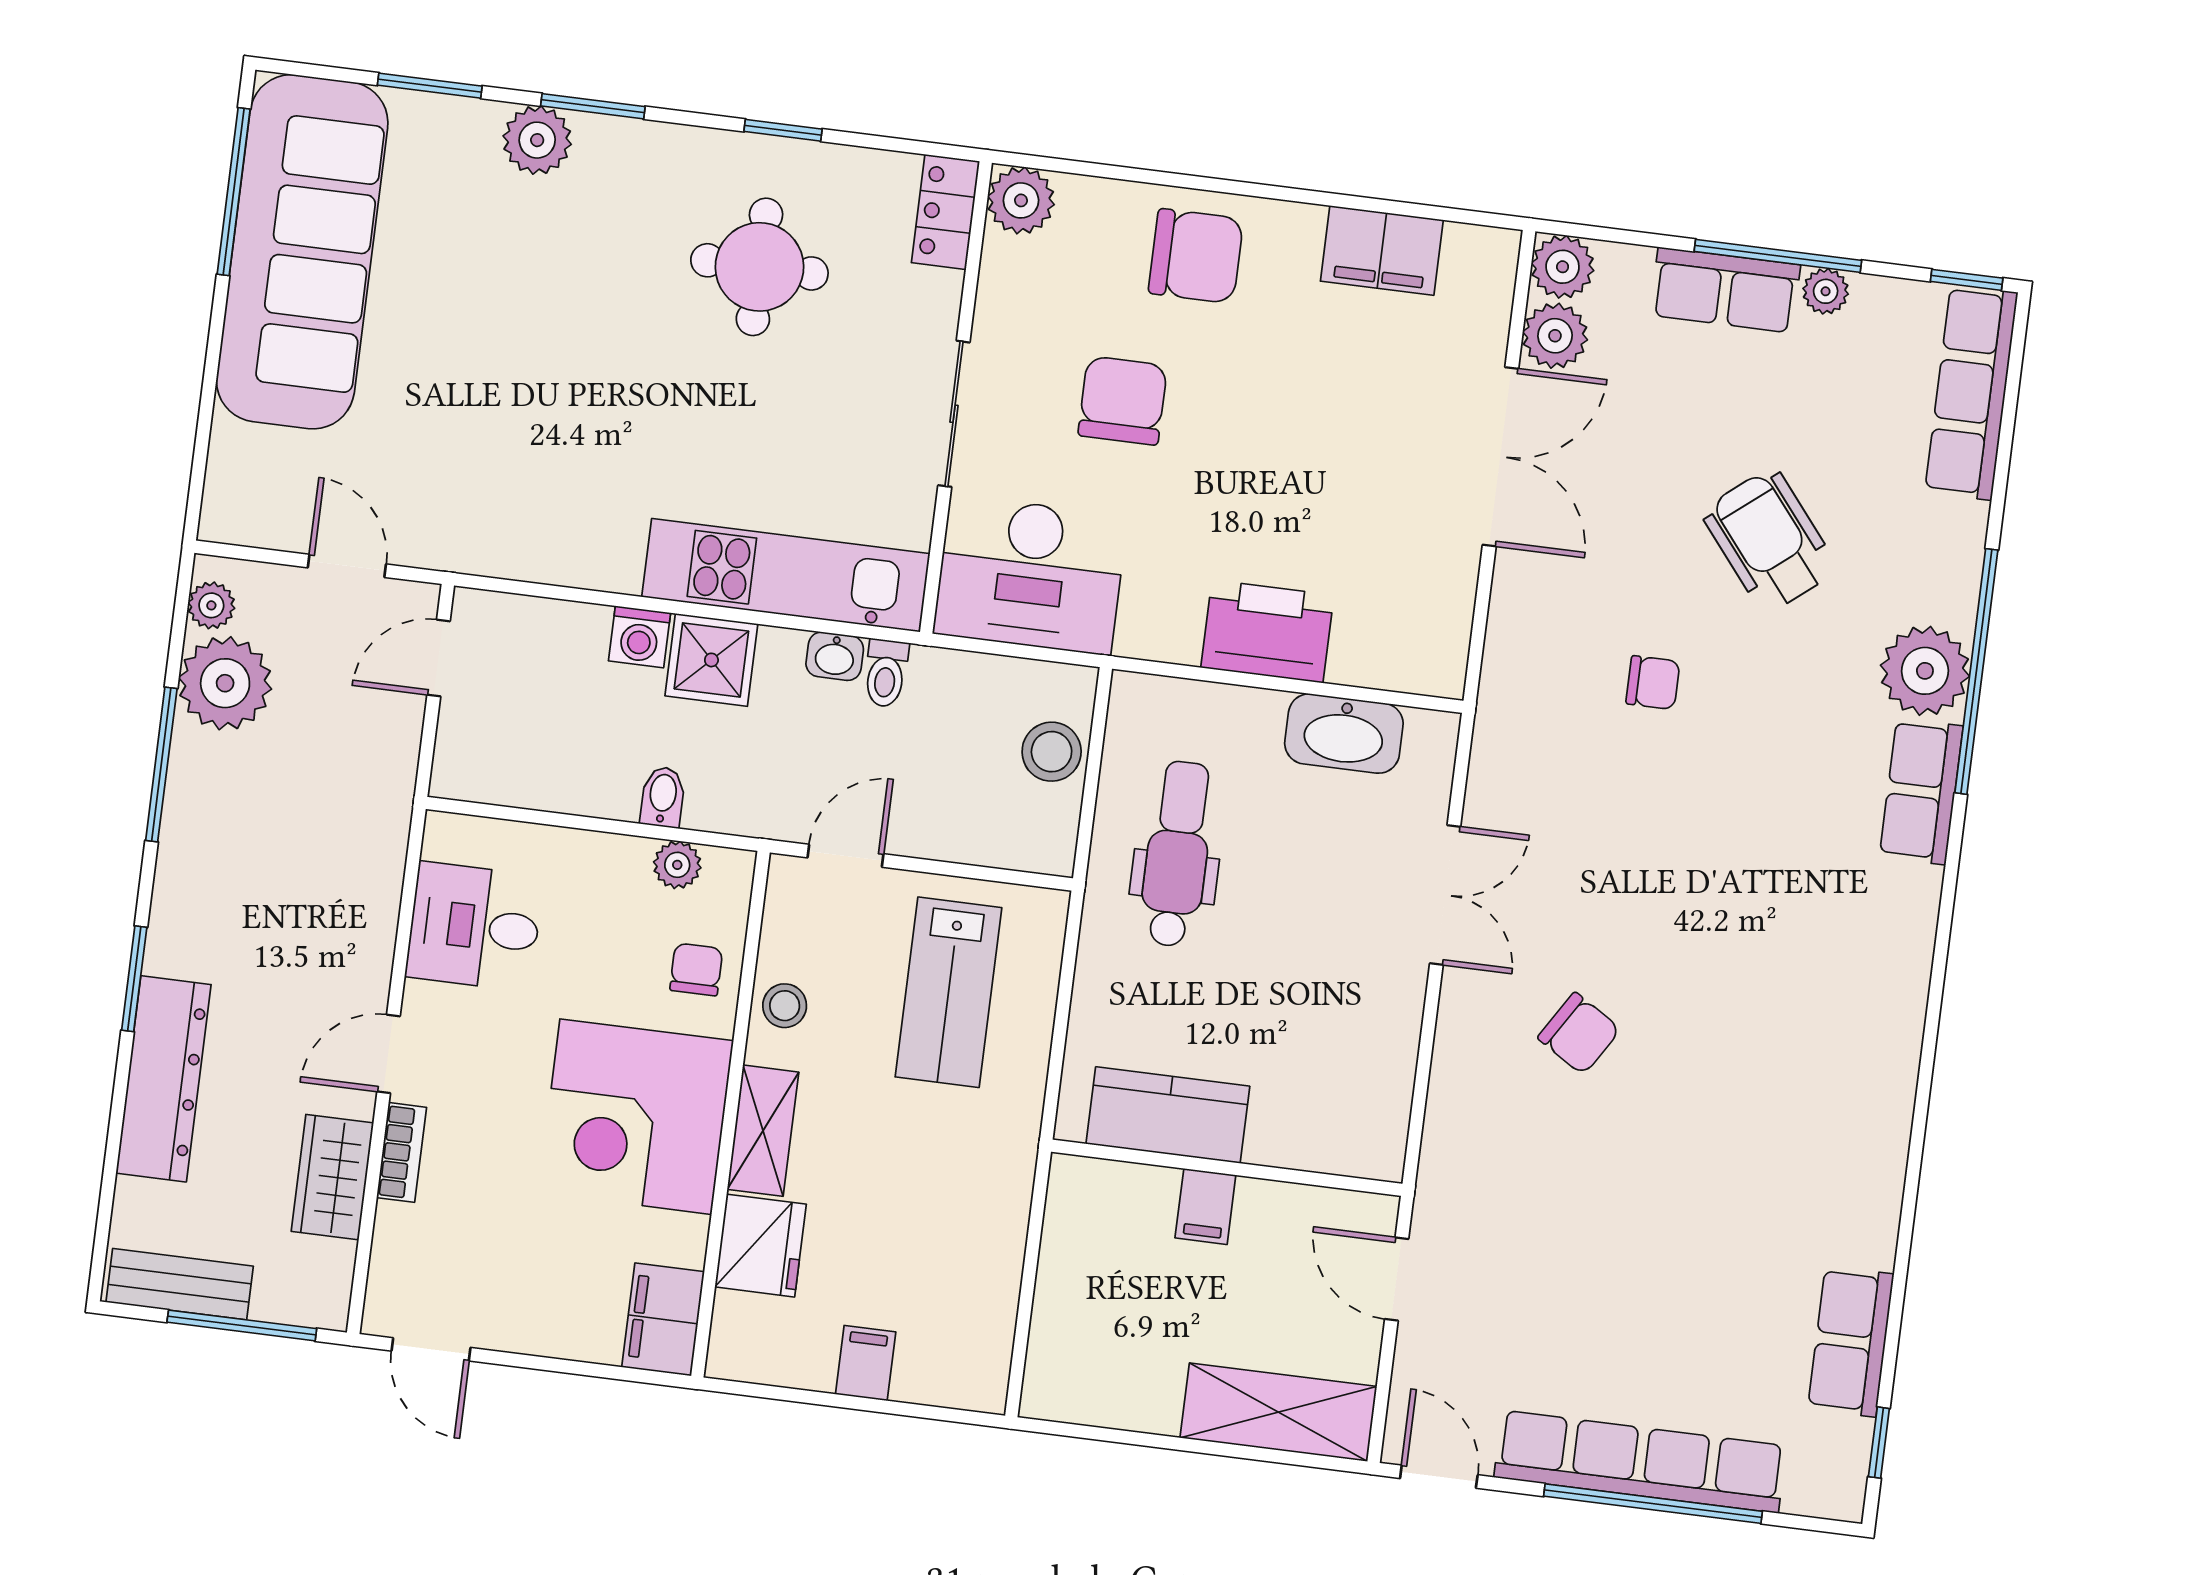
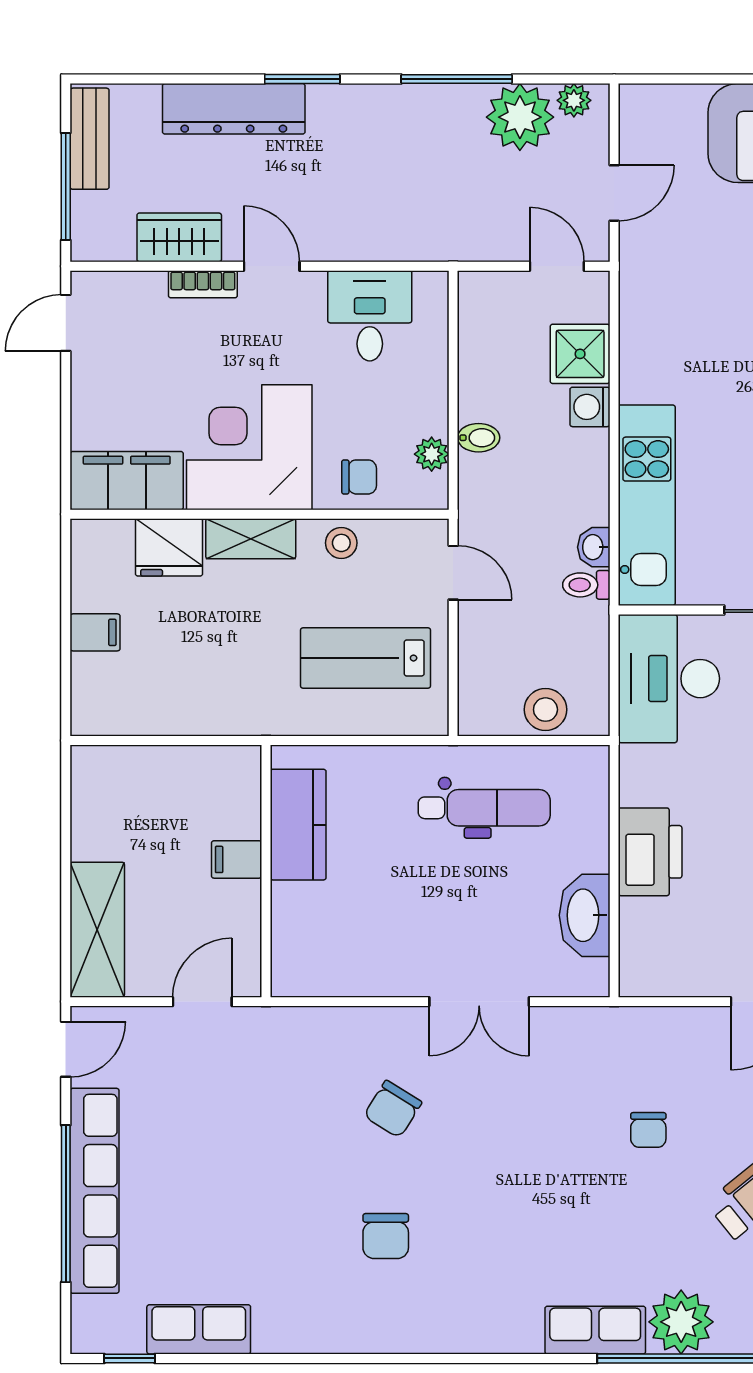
shower: (711, 660) -> (580, 354), moved
chair: (1754, 1066) -> (386, 1236), added
filing cabinet: (663, 1319) -> (127, 481), width x1.50, depth x1.17

